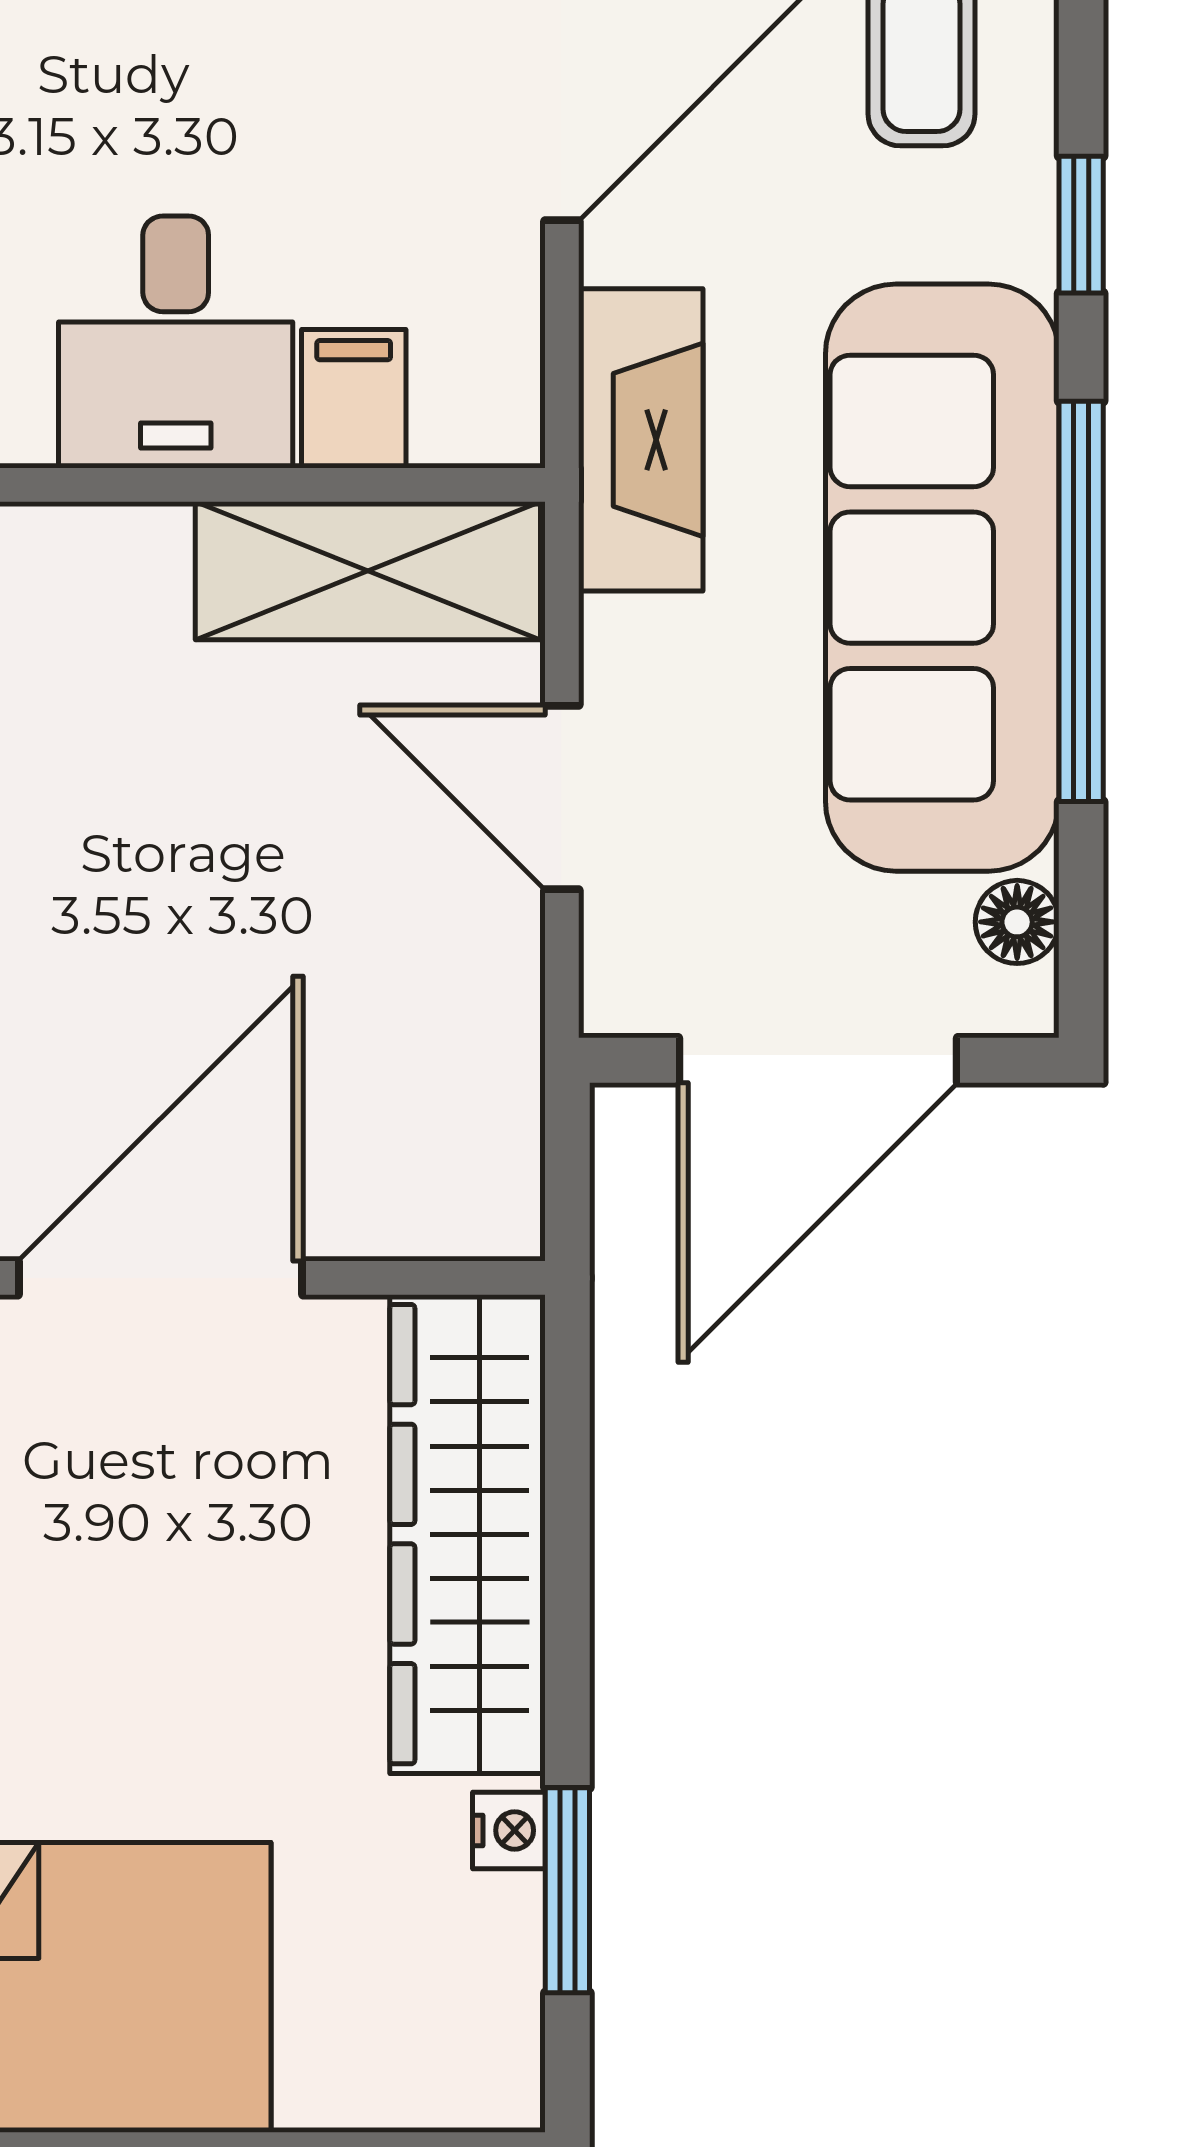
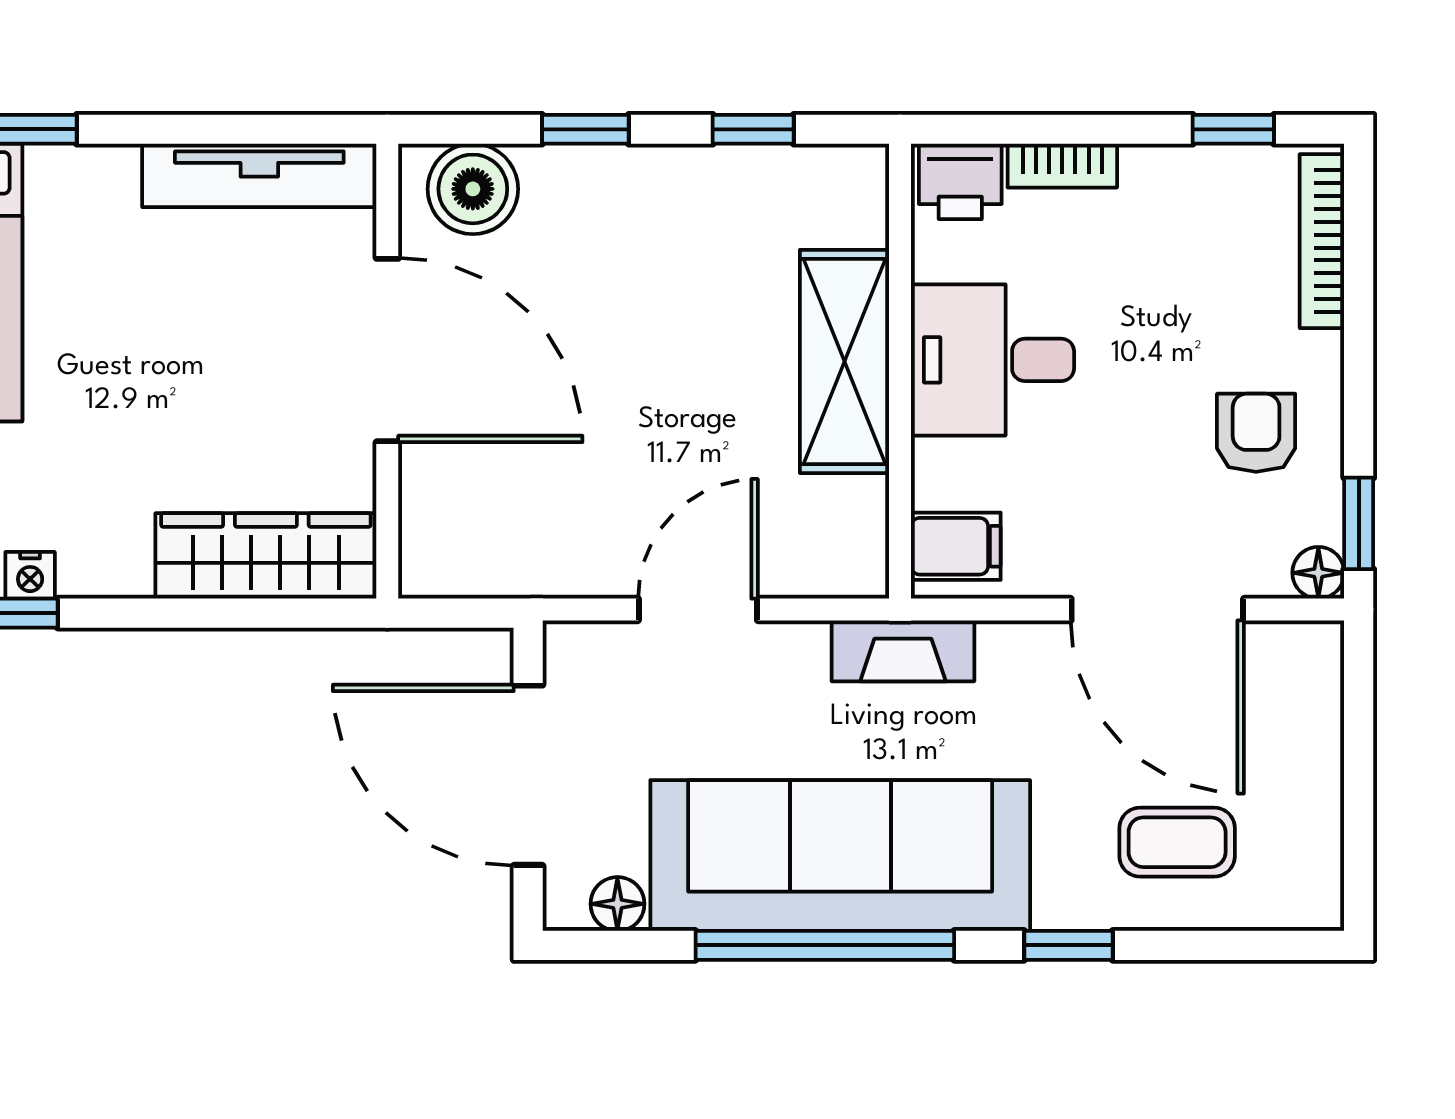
filing cabinet: (354, 399) -> (956, 546), moved
fireplace: (641, 440) -> (903, 651), width x0.73, depth x0.76
shelving: (368, 571) -> (845, 361), moved
wardrobe: (467, 1534) -> (266, 556), width x0.71, depth x0.85

